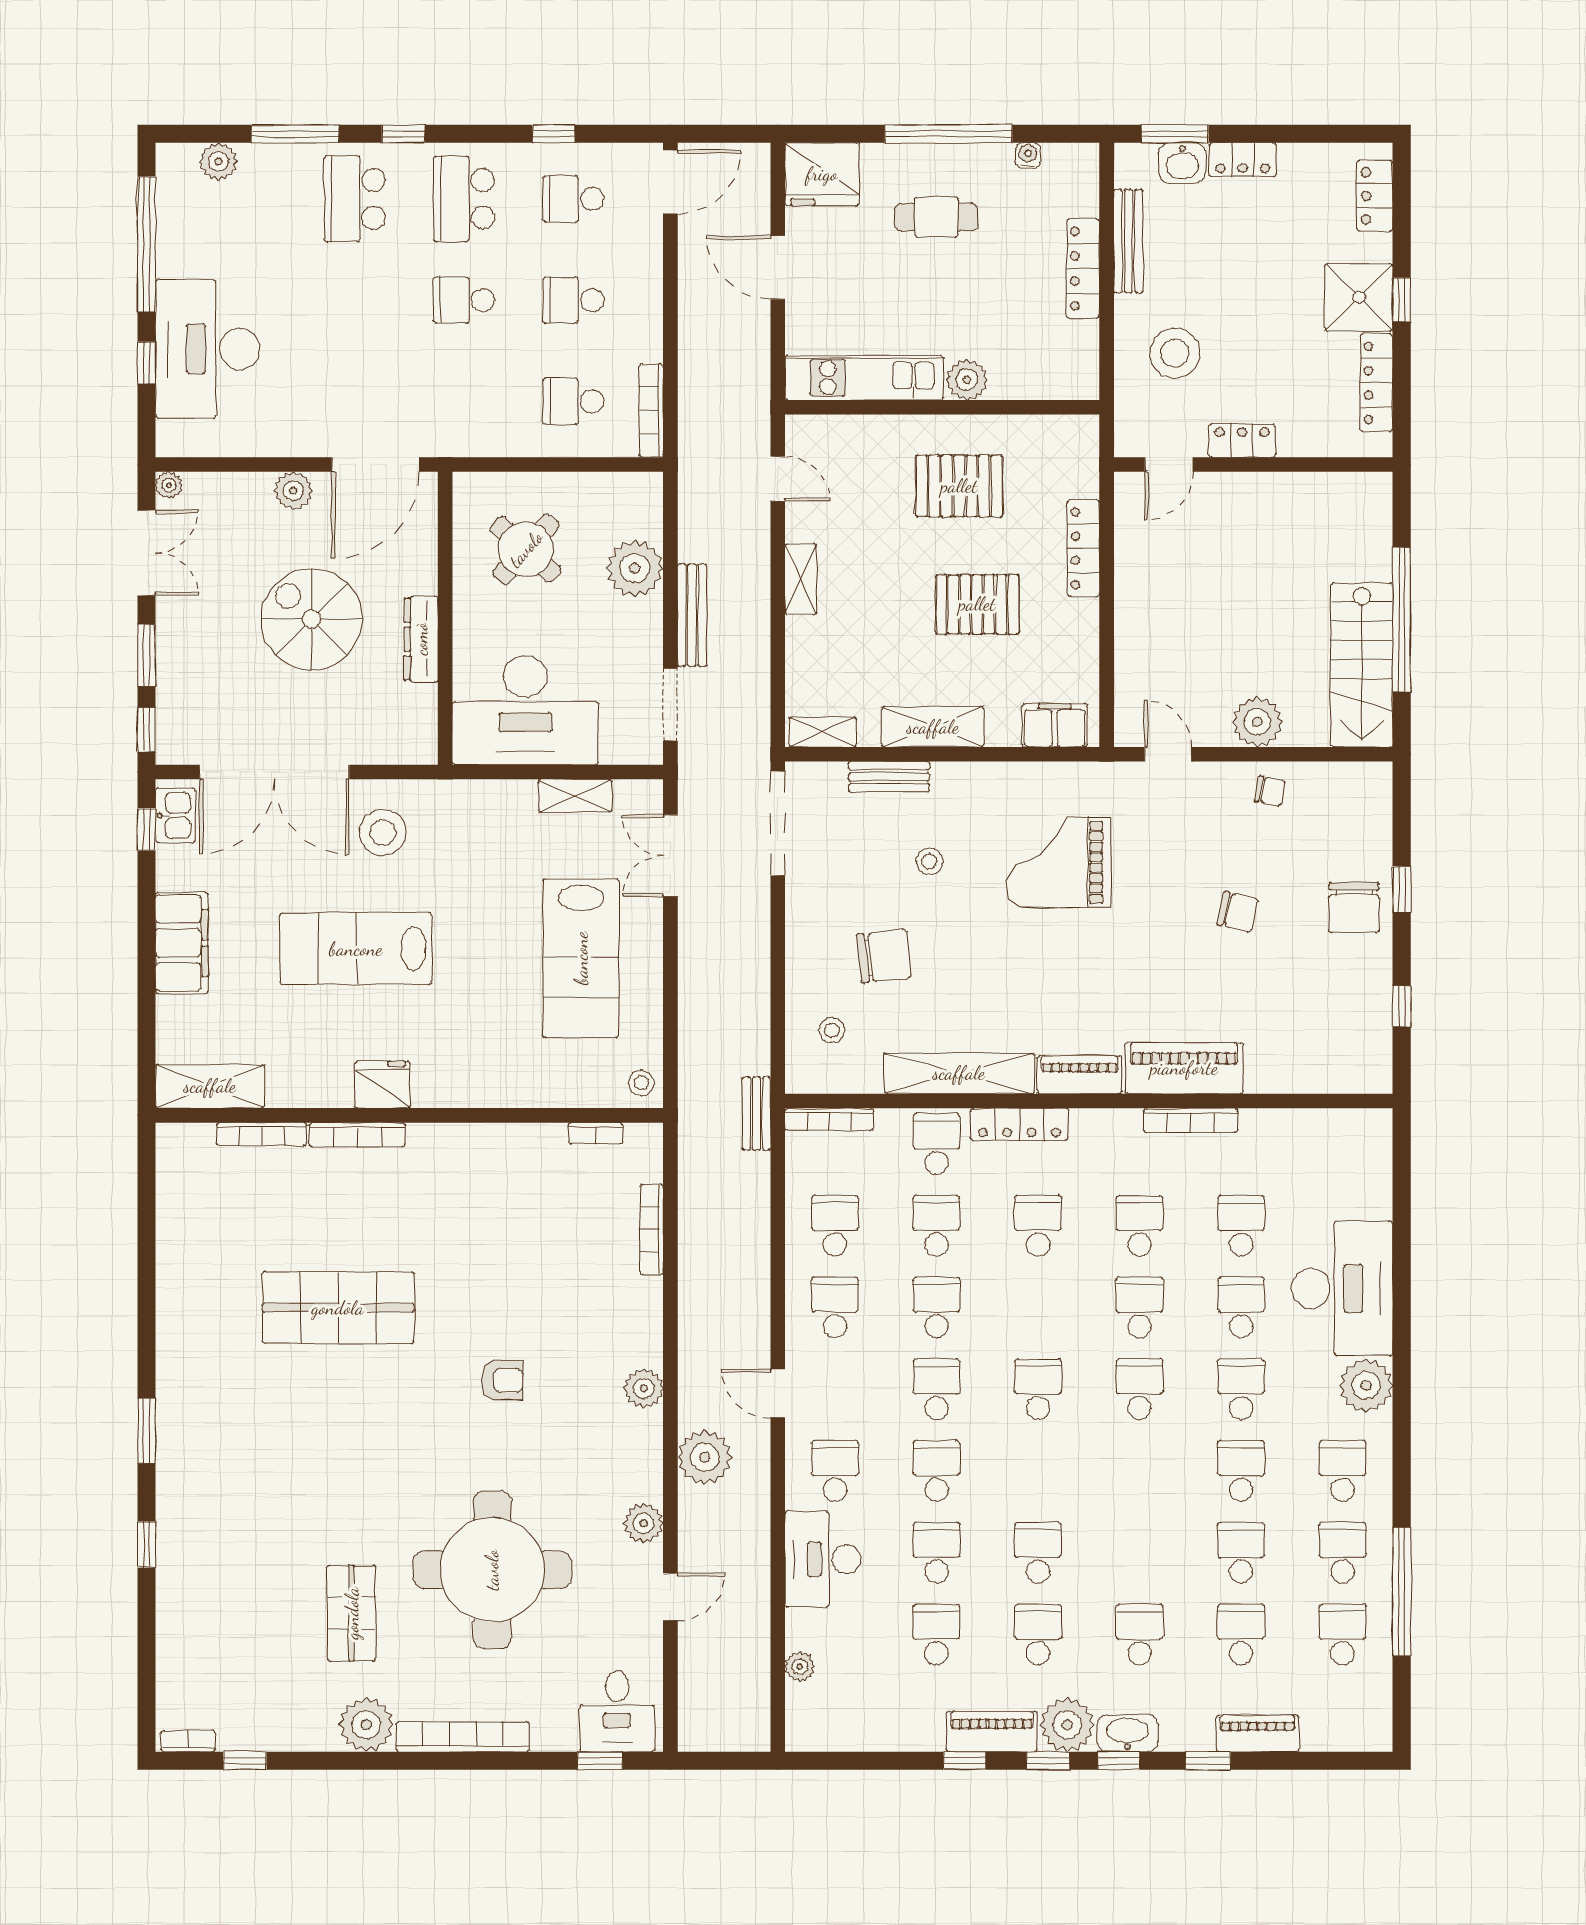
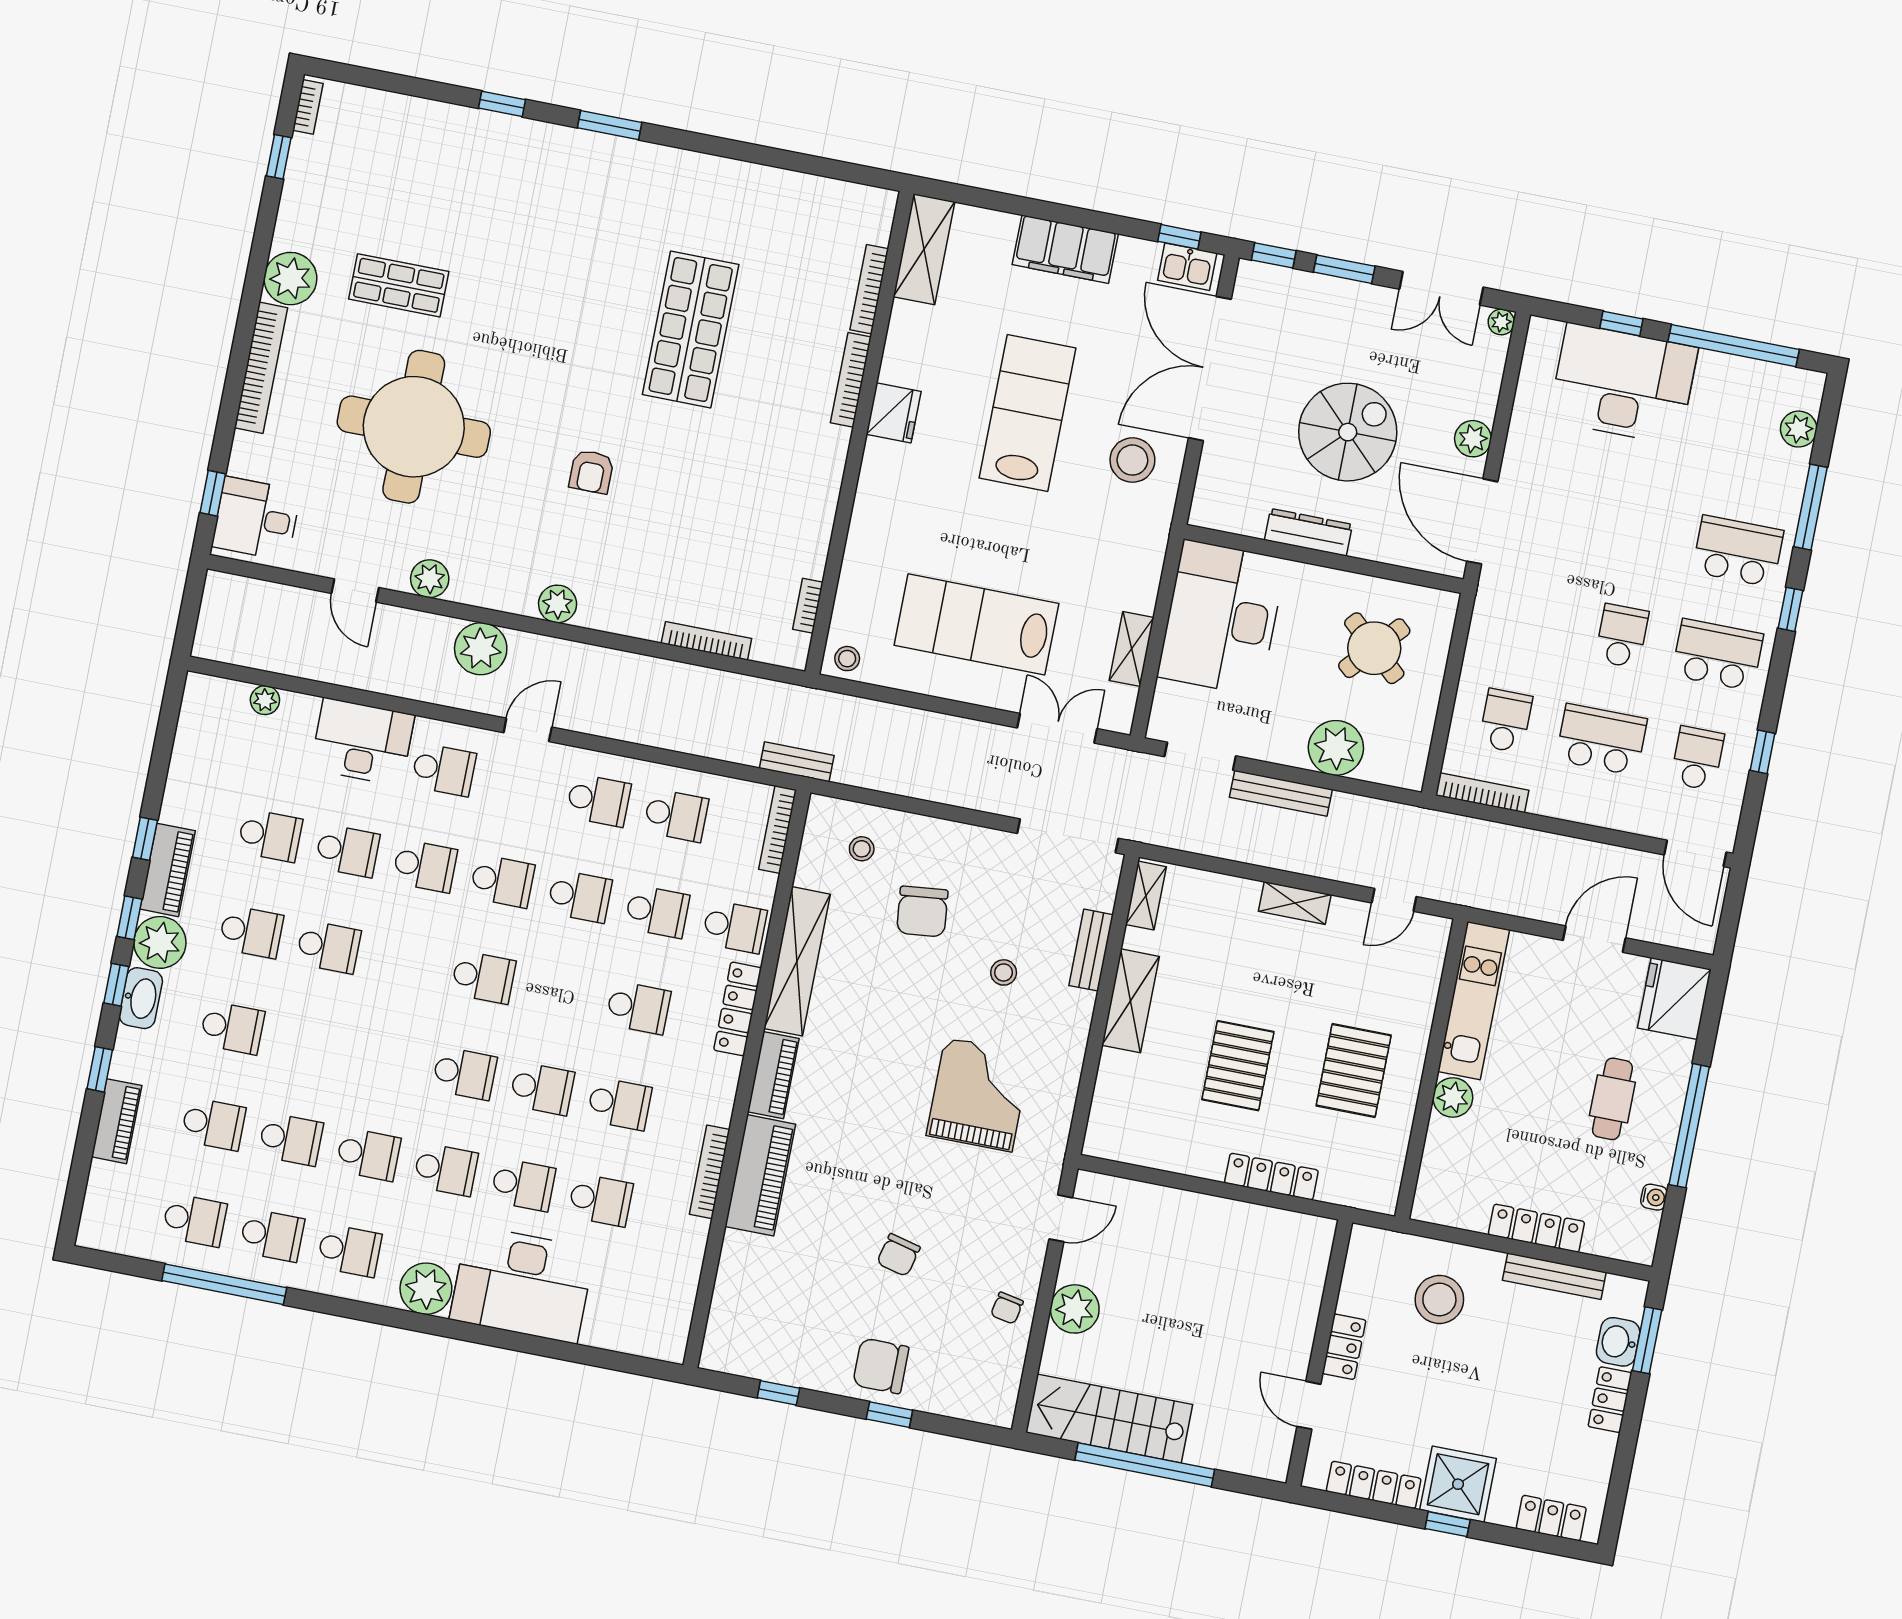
school desk: (573, 300) -> (1601, 740), width x1.85
door: (1169, 465) -> (1309, 1405), moved
filing cabinet: (1055, 725) -> (1109, 1116), removed

